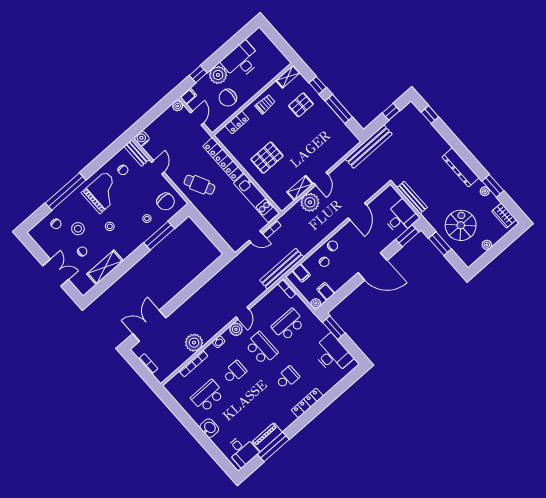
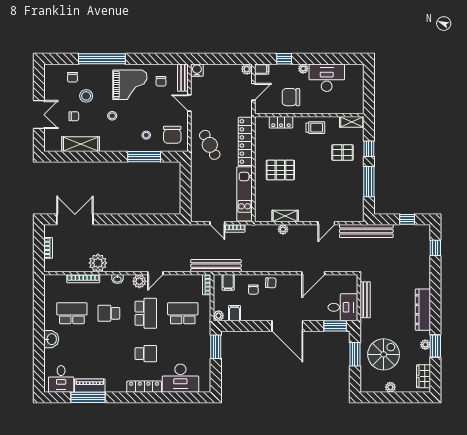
plant: (218, 75) -> (303, 69), width x0.53, depth x0.53
door: (158, 167) -> (189, 103), swing flipped
door: (321, 179) -> (326, 223), moved
plant: (310, 202) -> (283, 229), width x0.53, depth x0.53
desk: (332, 354) -> (180, 378), moved, turned 90
school desk: (234, 372) -> (109, 313), turned 180

